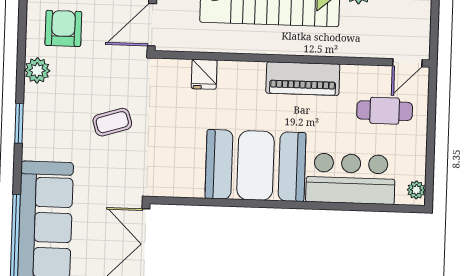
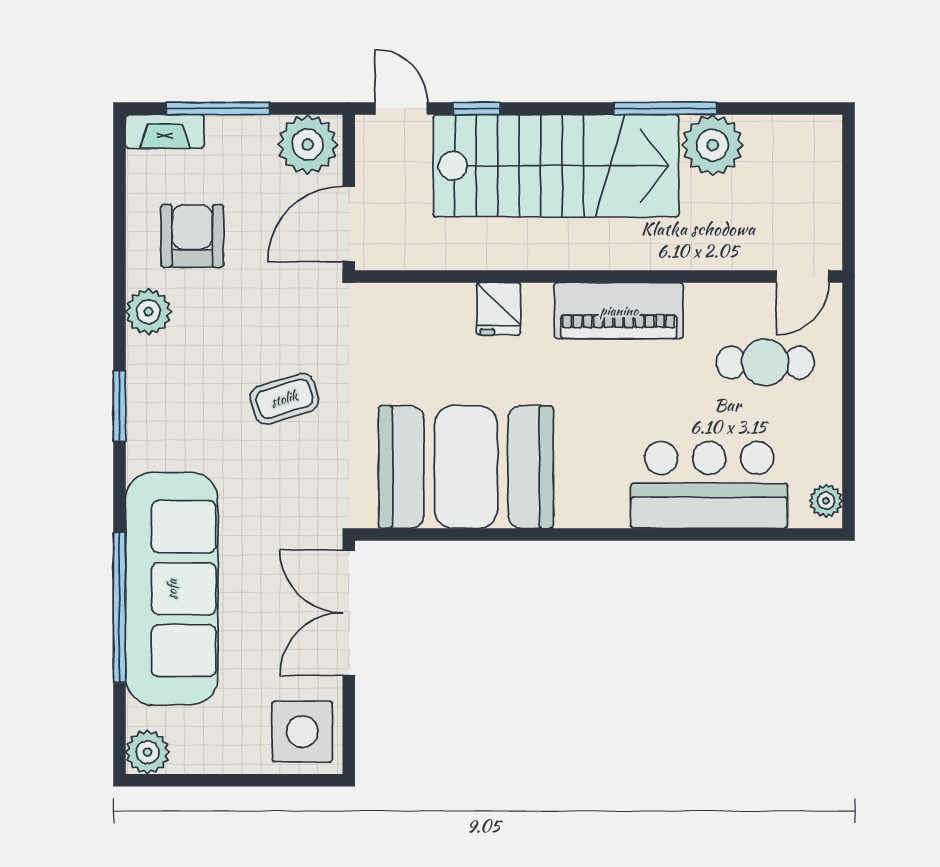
fridge: (204, 74) -> (499, 309), moved
booth: (255, 165) -> (466, 467), moved

